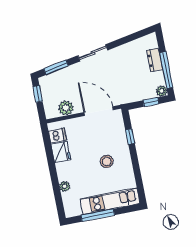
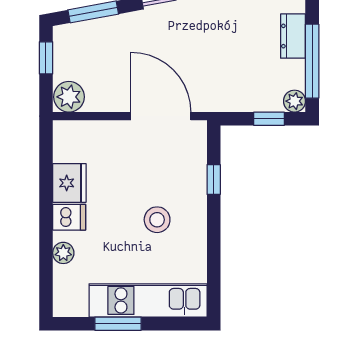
plant: (66, 108) -> (69, 97), moved
dishwasher: (58, 136) -> (69, 217), moved
window: (98, 215) -> (118, 324), width x0.69

